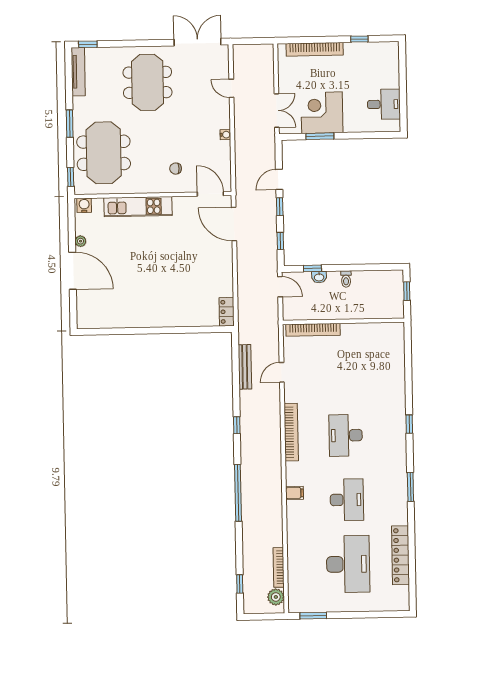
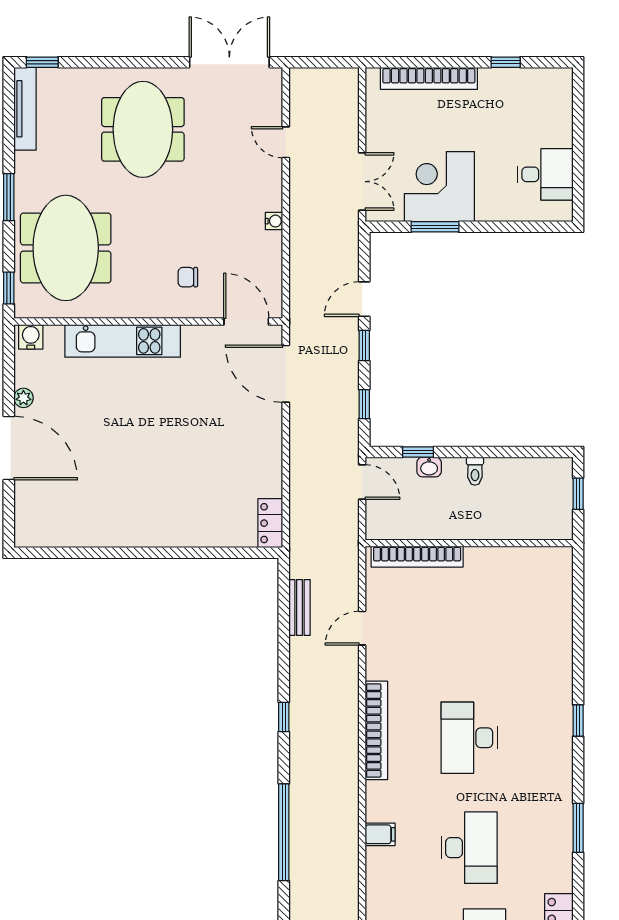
bench: (245, 367) -> (299, 607), width x0.73

